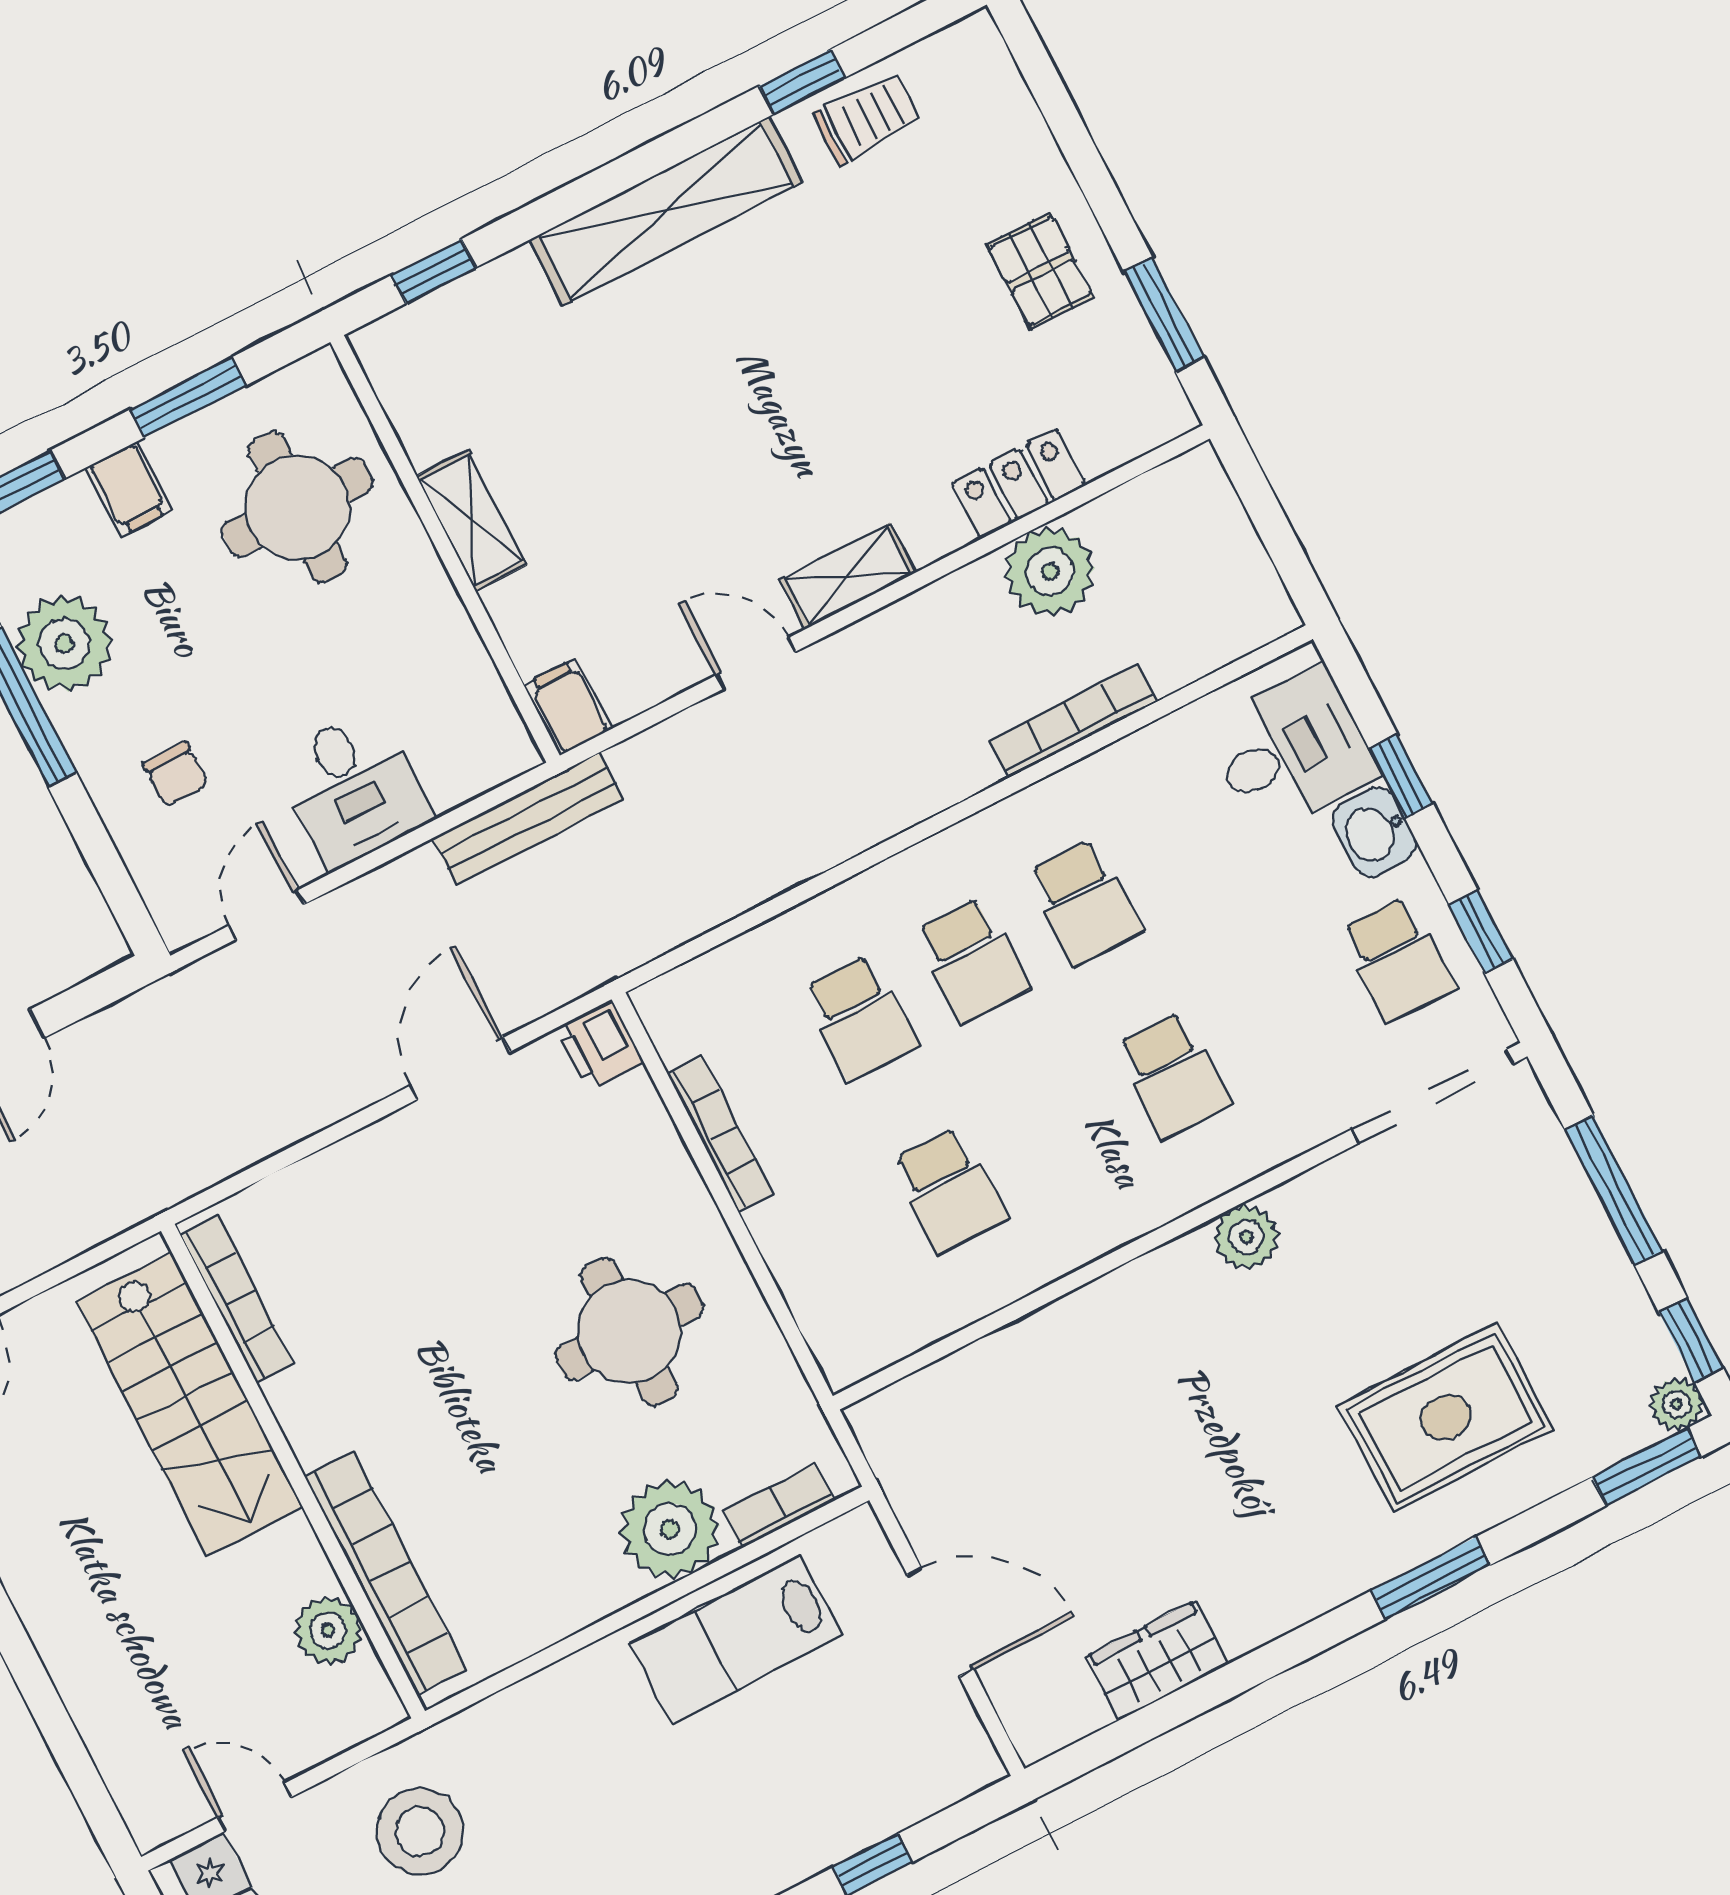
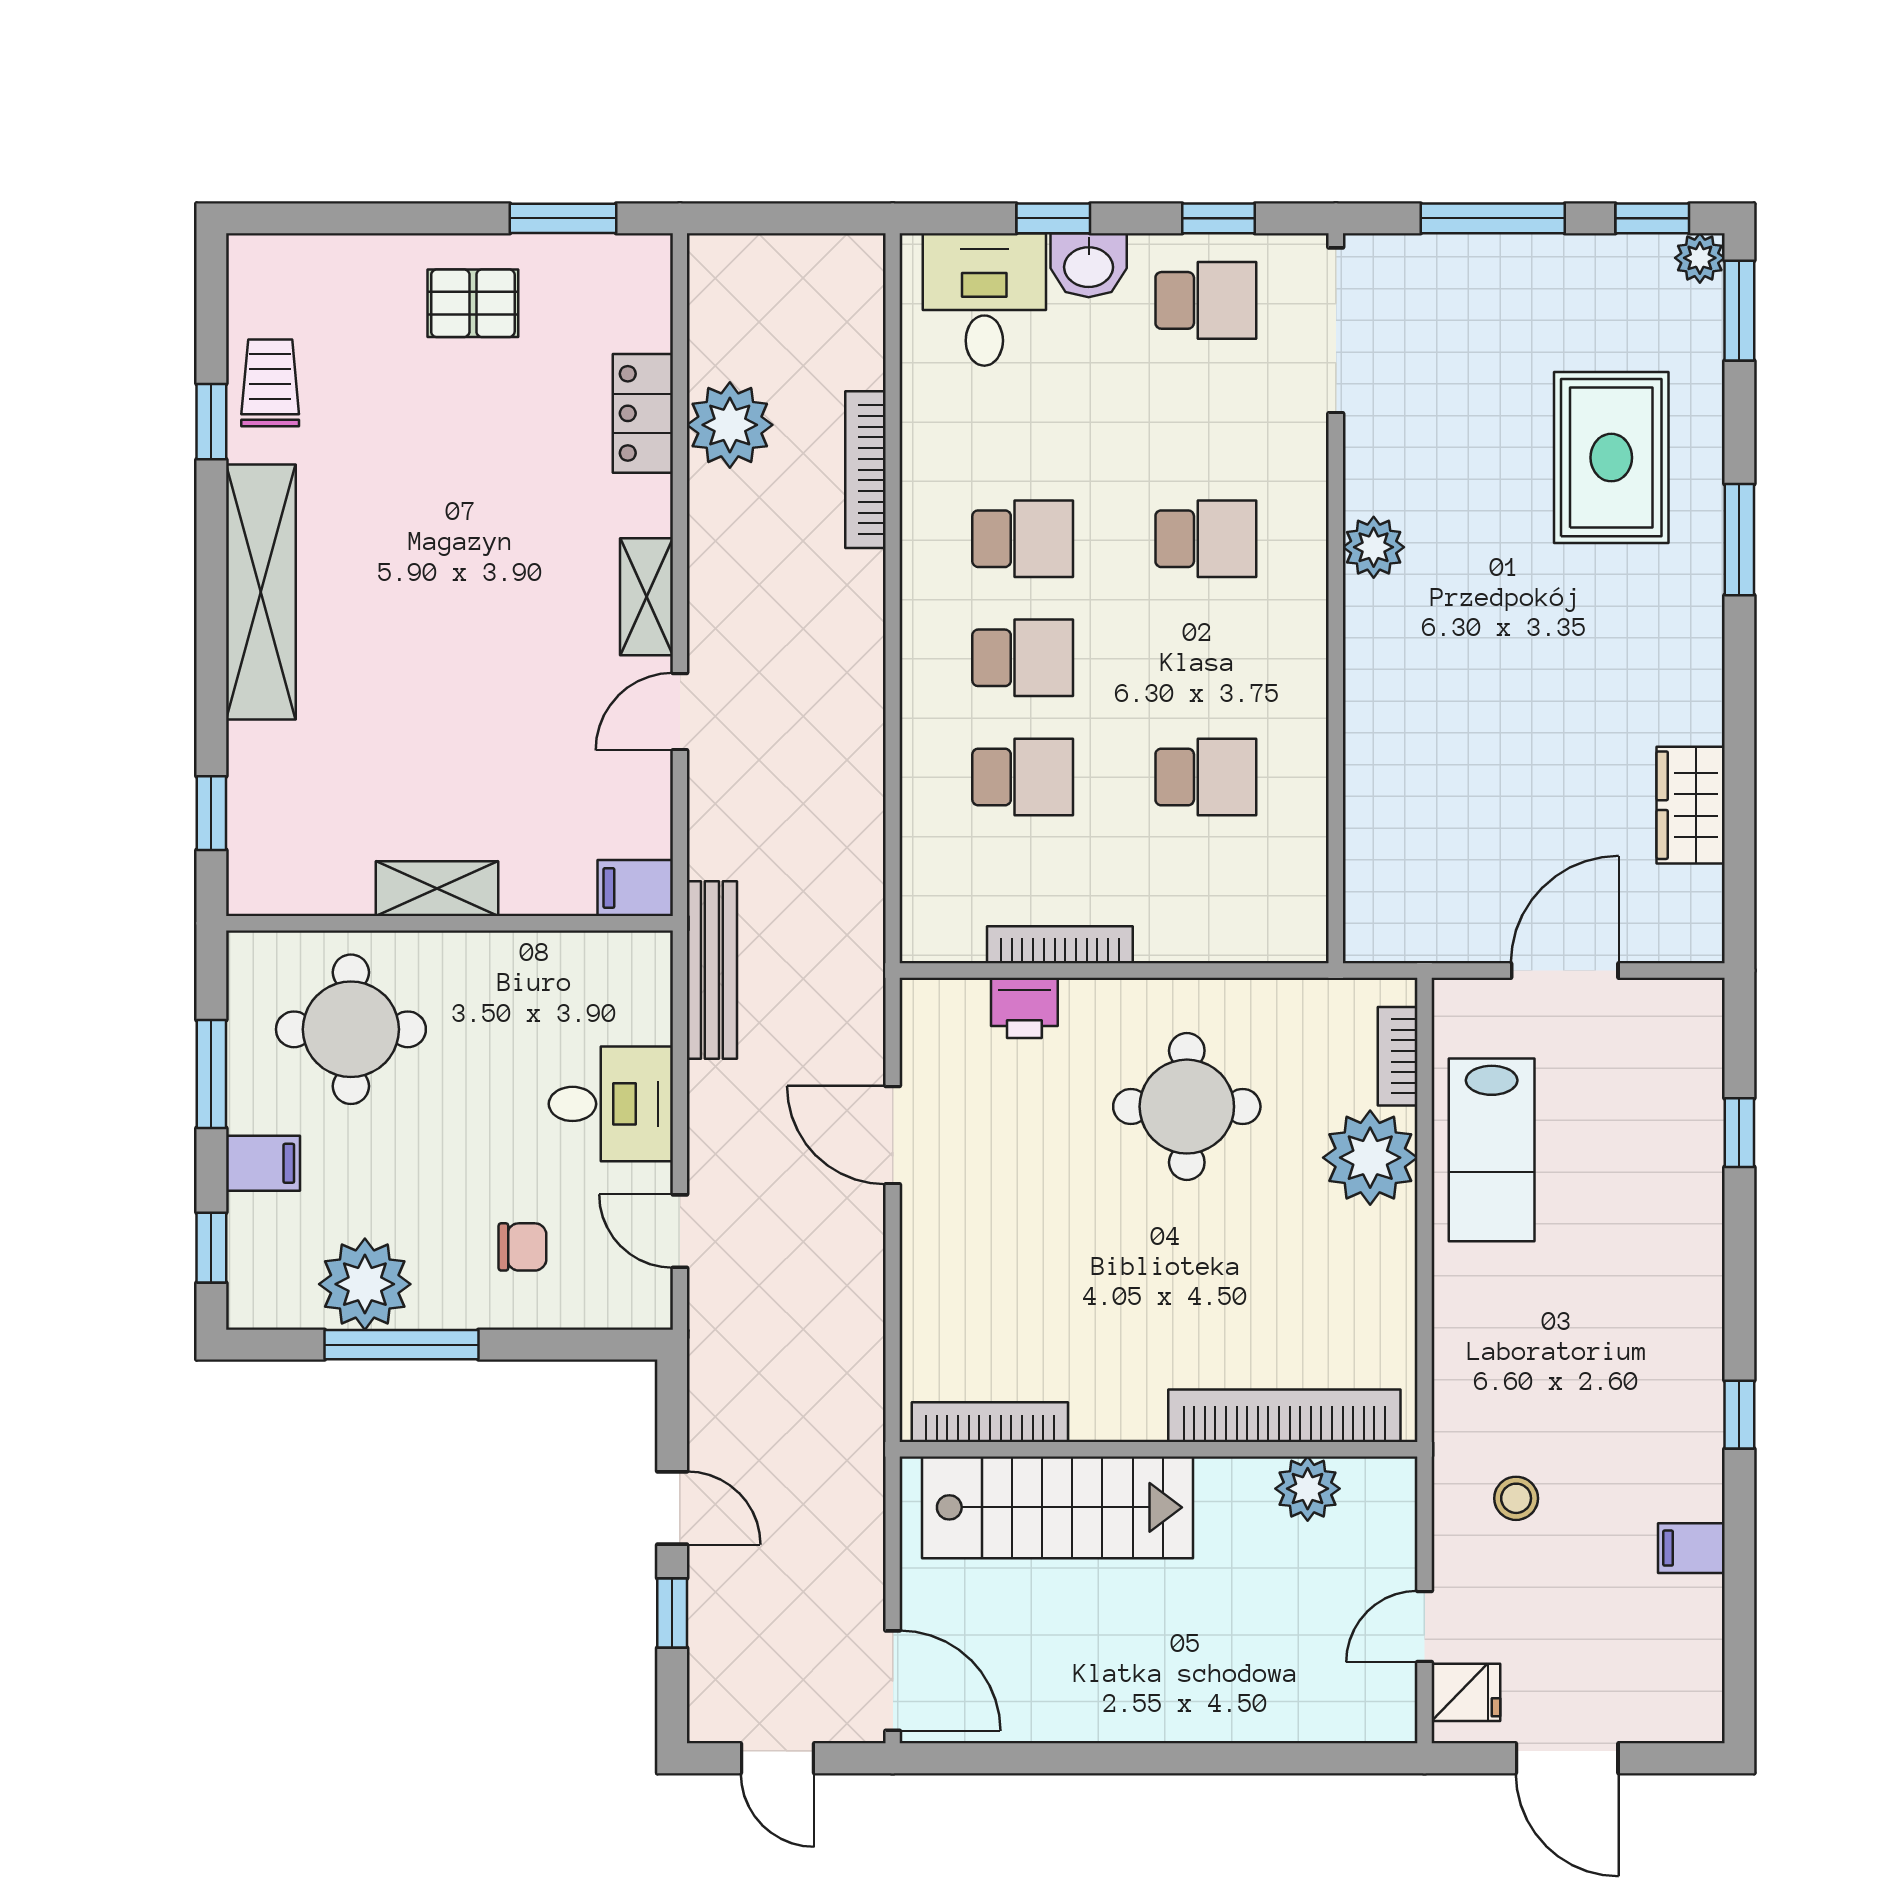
printer: (599, 1045) -> (1024, 1008), moved
stool: (420, 1831) -> (1516, 1498), width x0.53, depth x0.53

